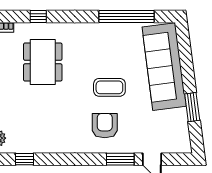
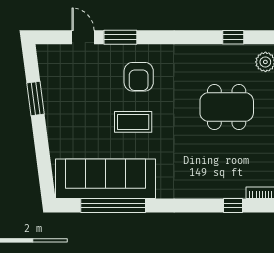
window: (38, 17) -> (233, 205), moved
dining table: (43, 62) -> (227, 107), moved, turned 90
sofa: (164, 67) -> (106, 179), moved, turned -83

